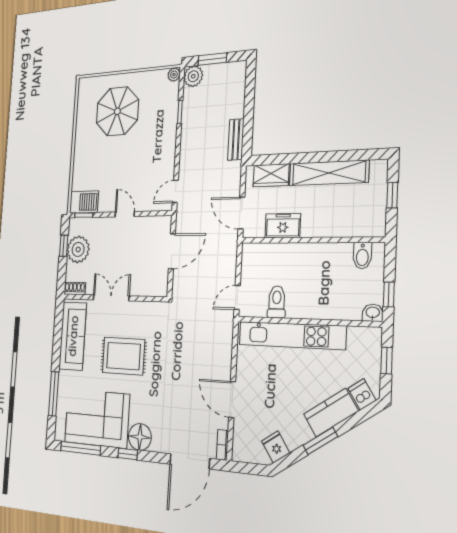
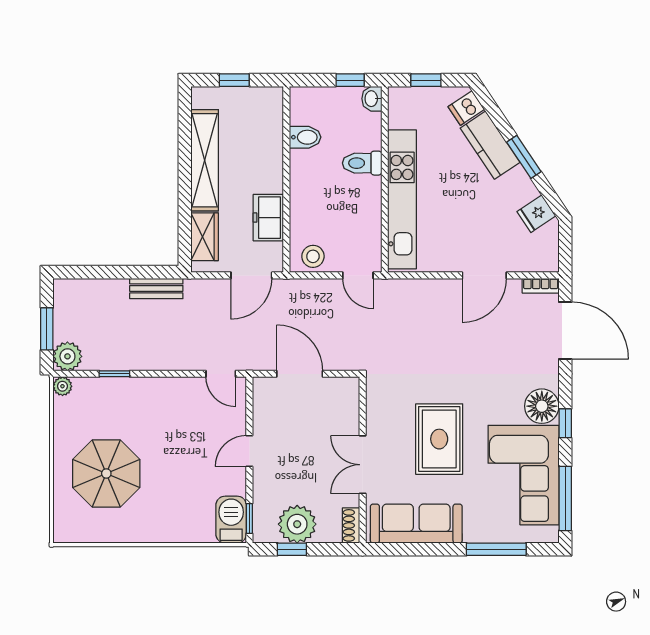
bidet: (362, 256) -> (305, 137), moved
stool: (253, 262) -> (313, 256), added
toilet: (277, 302) -> (362, 163), moved

